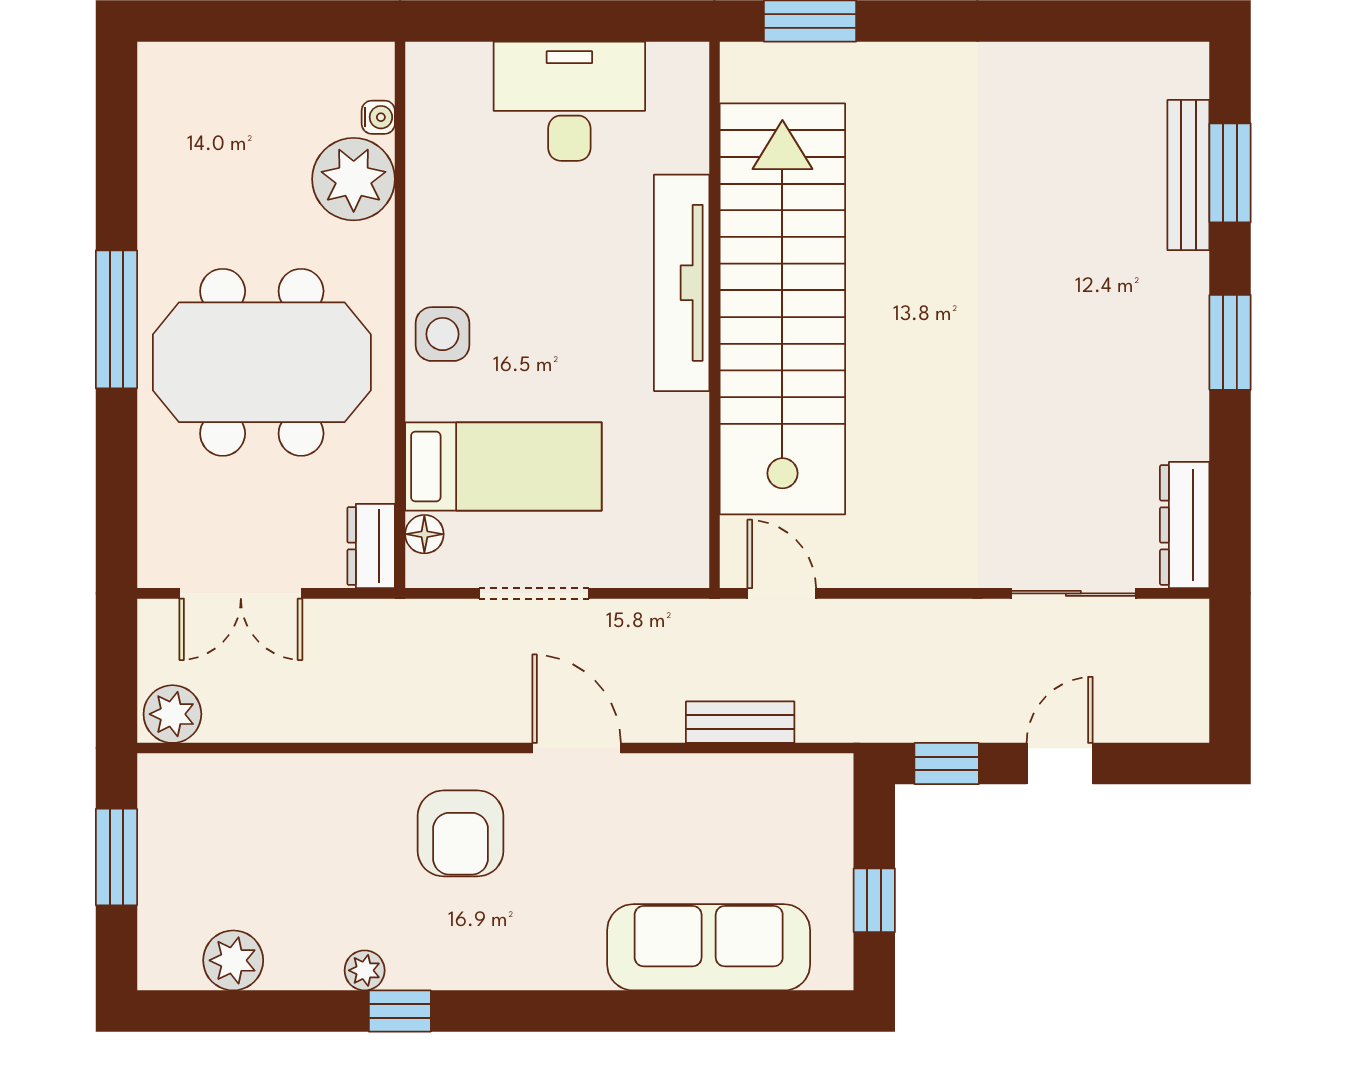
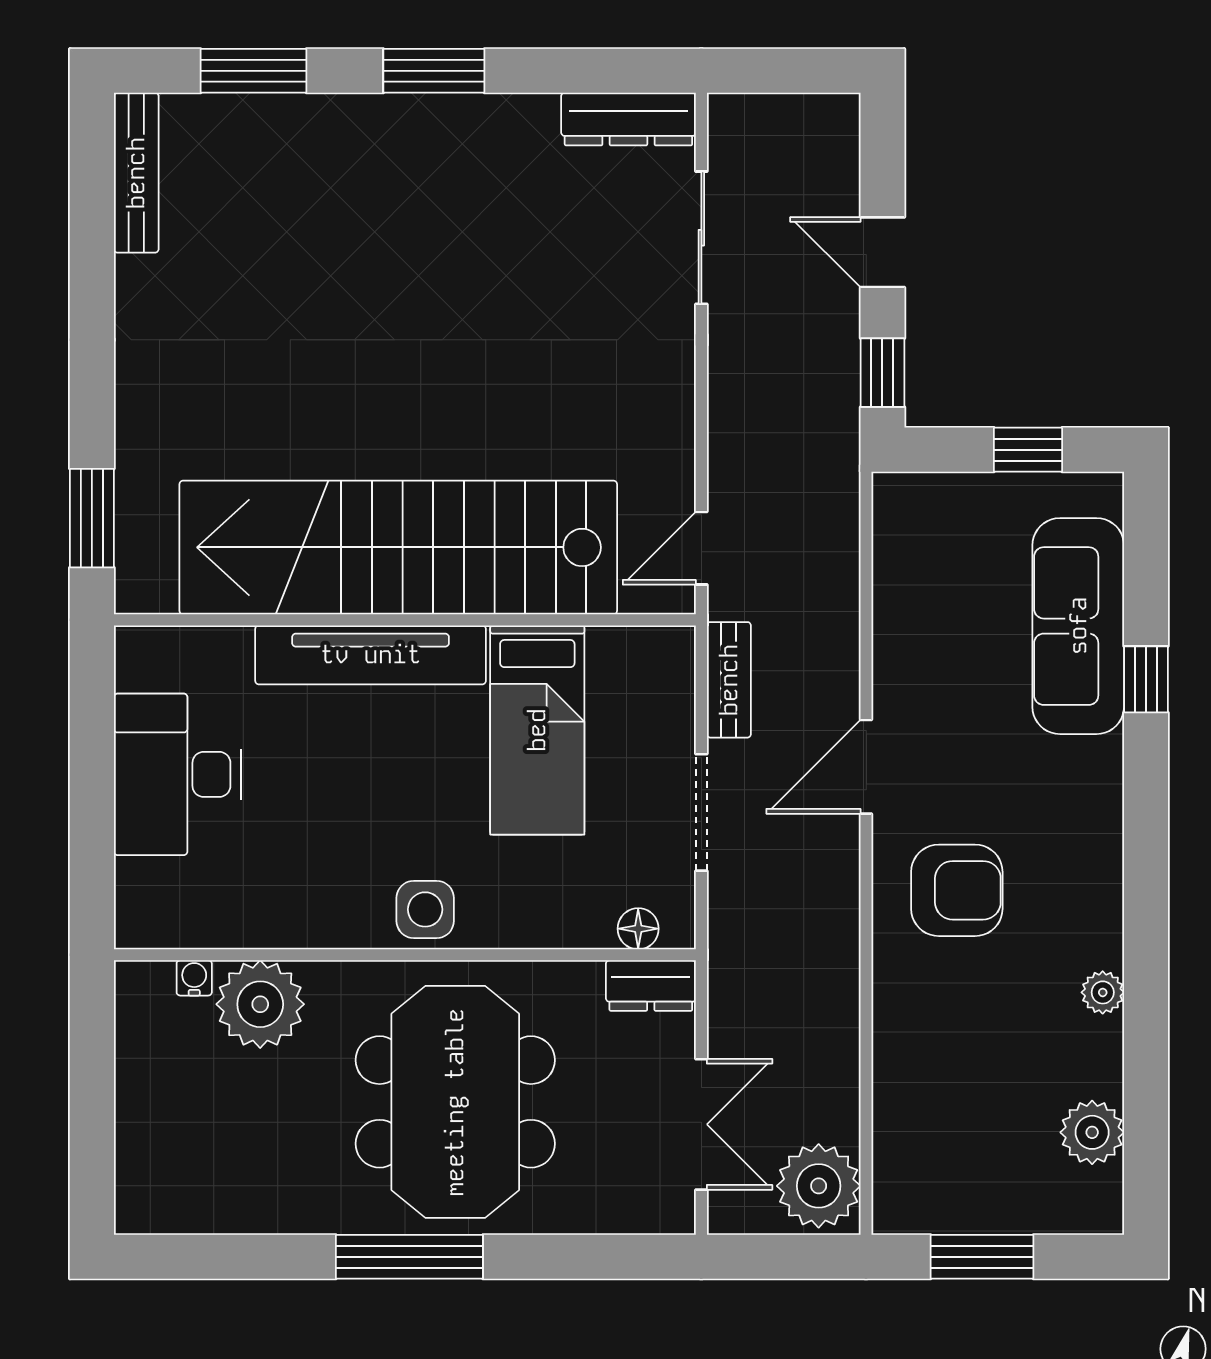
bench: (1188, 175) -> (136, 173), moved, turned 90
bed: (503, 467) -> (537, 730), moved, turned 180
plant: (172, 714) -> (819, 1186), width x1.36, depth x1.36
bench: (740, 722) -> (729, 680), moved
window: (400, 1011) -> (1146, 679), moved

